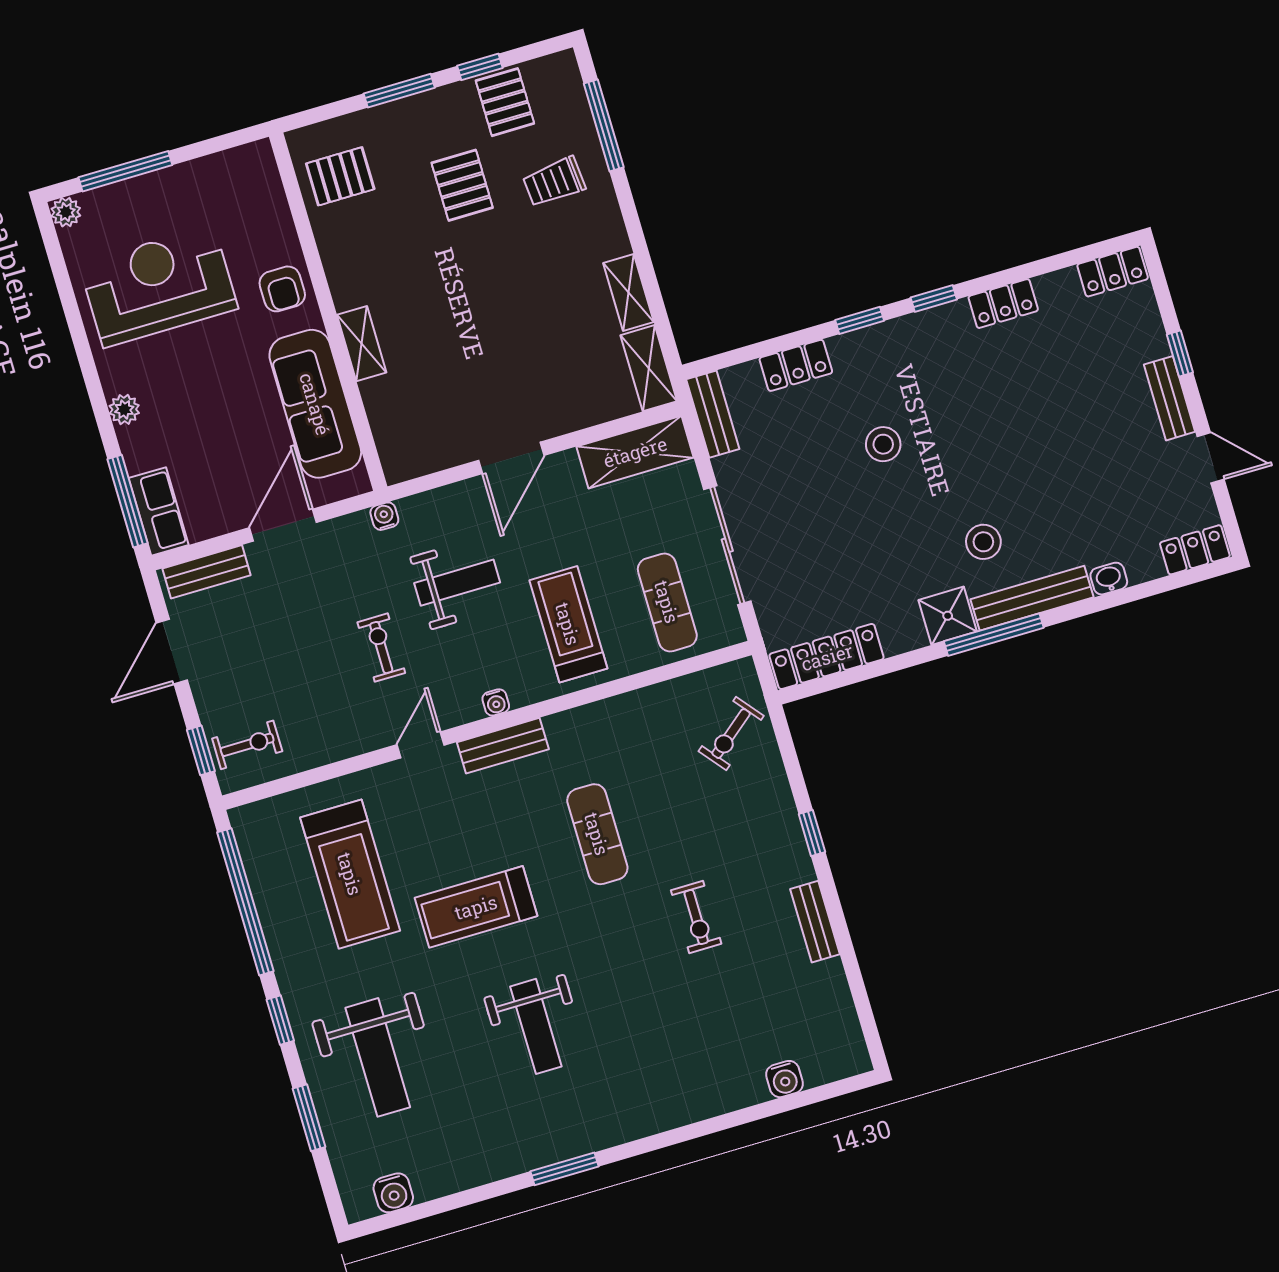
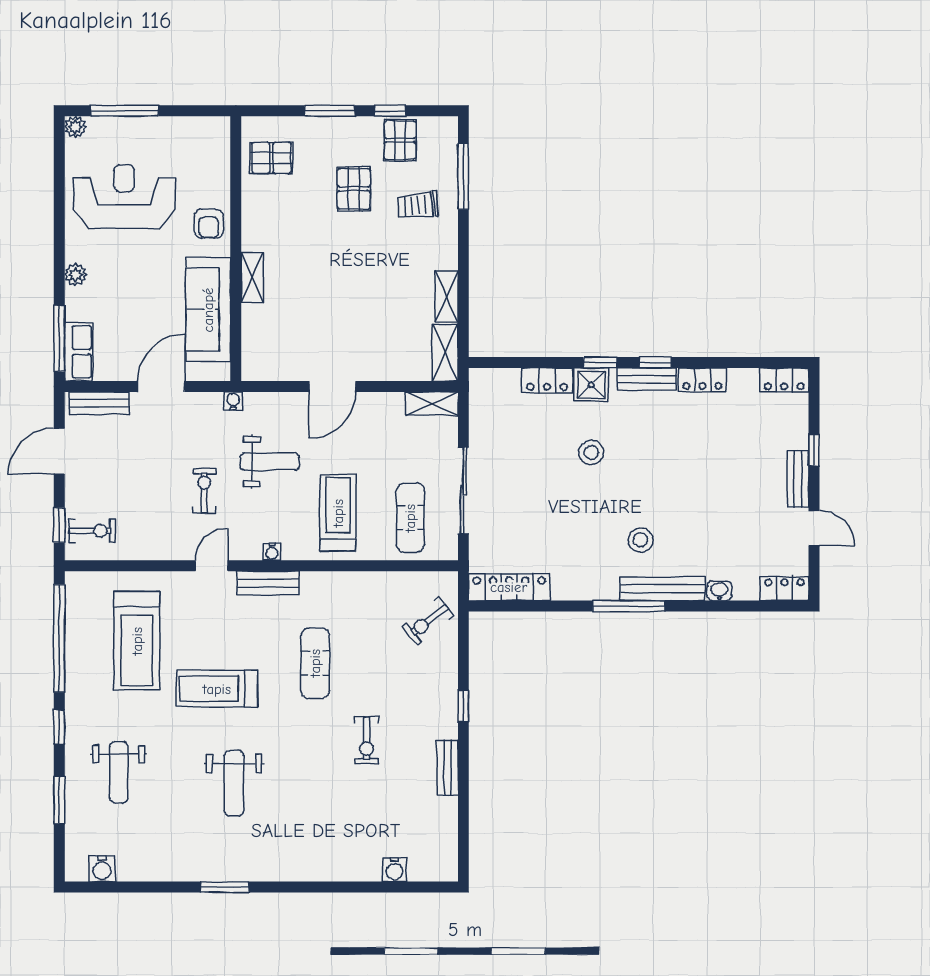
bench: (713, 414) -> (647, 379), moved, turned 90
shelving: (635, 452) -> (432, 404), width x0.67, depth x0.75
shower: (948, 616) -> (591, 385), moved
weight bench: (378, 1057) -> (119, 772), width x0.73, depth x0.75

